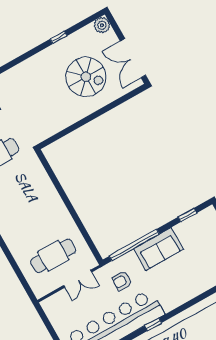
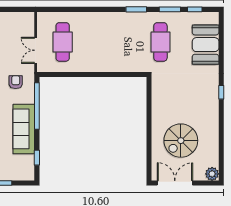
window: (59, 37) -> (221, 92), moved
sofa: (159, 249) -> (24, 129), width x1.36

